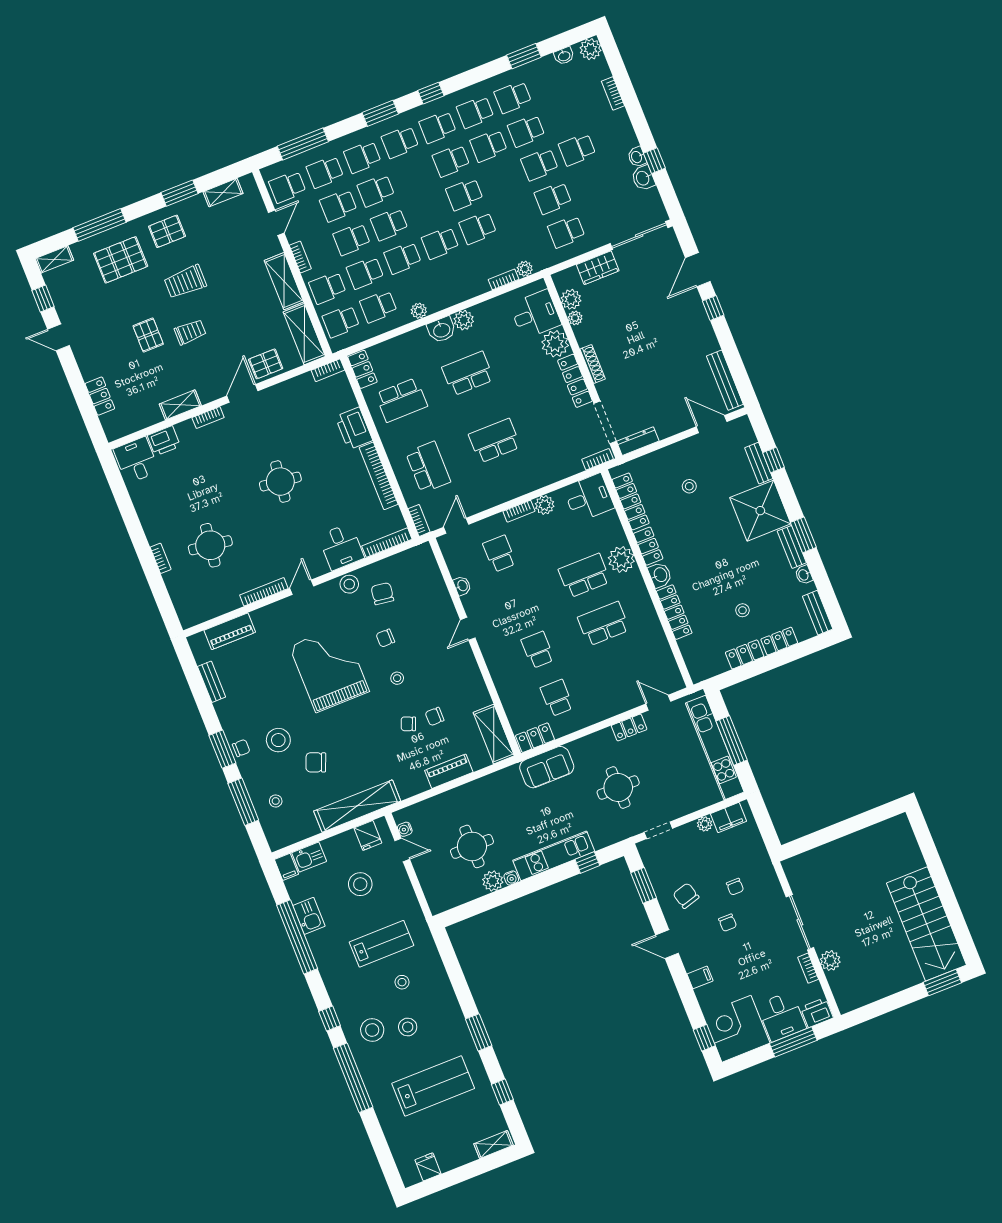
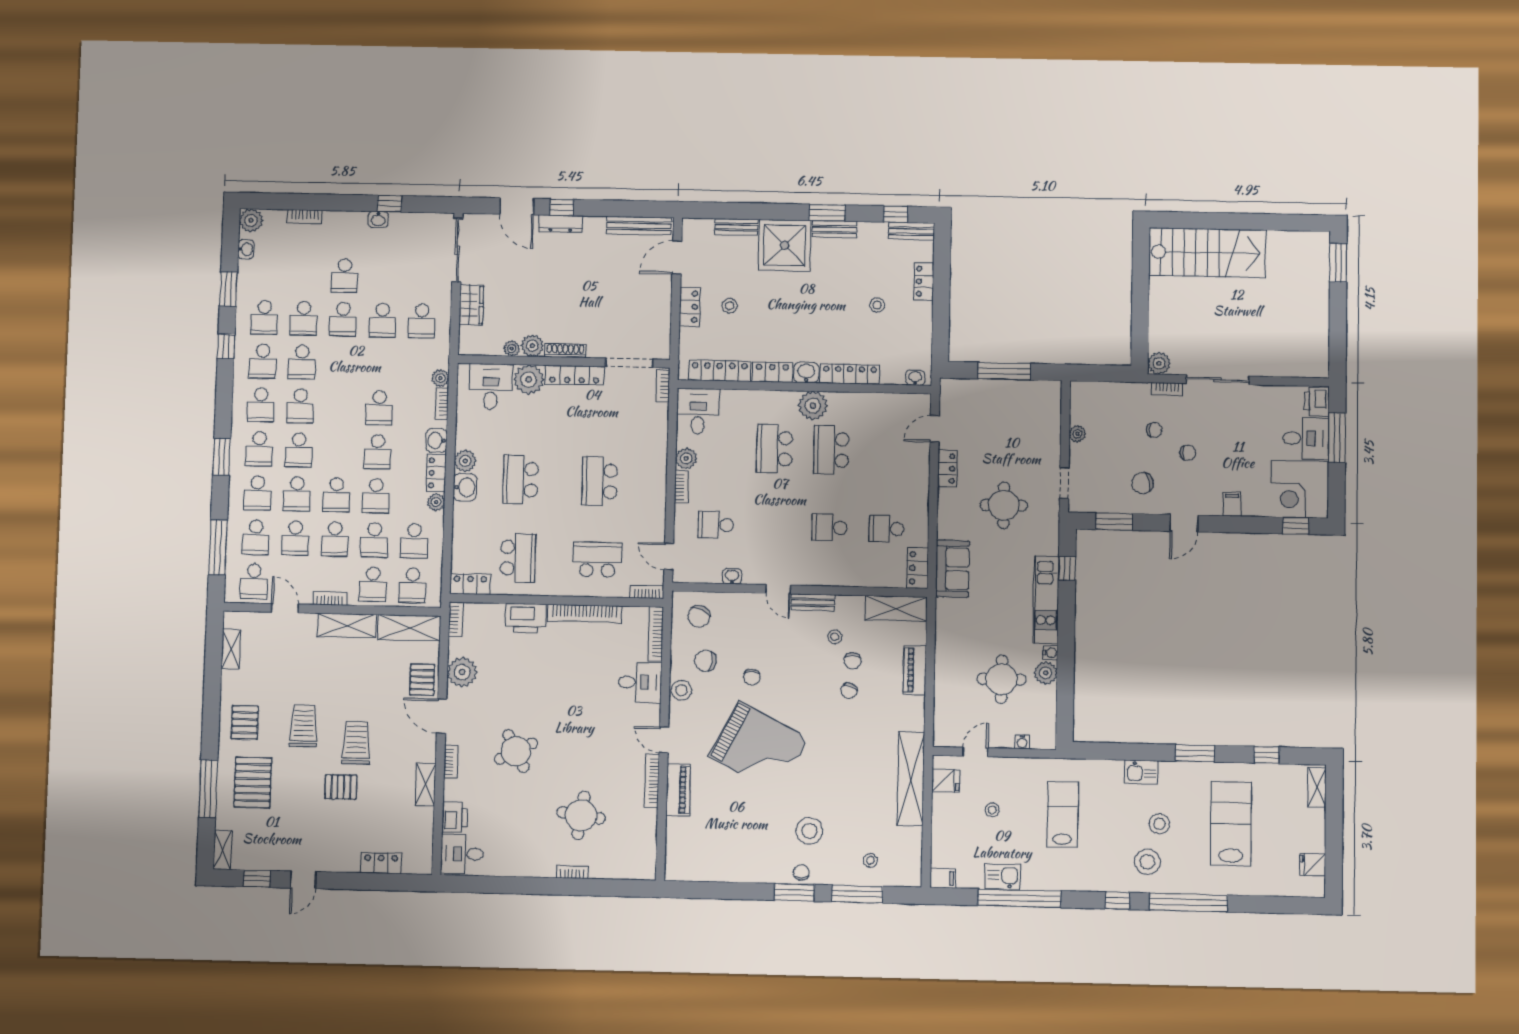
window: (431, 93) -> (226, 346), moved
washbasin: (643, 178) -> (436, 440), moved, turned 90
window: (180, 193) -> (212, 693), removed
school desk: (464, 194) -> (299, 450), moved
trolley: (185, 282) -> (304, 726), turned 180
plant: (571, 299) -> (532, 346), moved
locker: (443, 300) -> (436, 473), added
trolley: (190, 332) -> (356, 743), width x1.36, depth x1.39
plant: (286, 395) -> (462, 672), added
dresser: (638, 441) -> (560, 224), moved, turned -90
window: (774, 460) -> (895, 214), moved
round table: (280, 482) -> (516, 751), moved, turned -34
plant: (621, 559) -> (813, 406), moved
washbasin: (804, 575) -> (915, 378), moved, turned 180
piano: (230, 631) -> (678, 790), moved
locker: (745, 654) -> (690, 307), moved, turned 180
grand piano: (329, 669) -> (759, 747), turned -153
stool: (397, 678) -> (835, 637), moved
bench: (212, 682) -> (813, 602), moved
kitchen unit: (715, 748) -> (1004, 391), removed
chair: (316, 762) -> (699, 616), moved
filing cabinet: (728, 818) -> (1081, 407), removed
water cooler: (405, 829) -> (1022, 742), moved
kitchen sink: (309, 857) -> (1141, 772), moved, turned 90
stool: (360, 884) -> (992, 810), width x0.53, depth x0.53
stairs: (926, 924) -> (1207, 253), moved
plant: (830, 961) -> (1159, 363), moved
bookcase: (808, 968) -> (1167, 389), moved
stool: (402, 982) -> (1111, 810), removed

